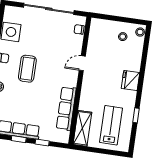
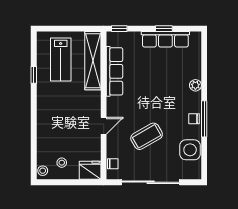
coffee table: (27, 69) -> (147, 136), moved, turned 60
fridge: (130, 81) -> (90, 170), moved, turned -90
shelving: (82, 128) -> (93, 61), width x1.47
window: (42, 142) -> (119, 29), moved

